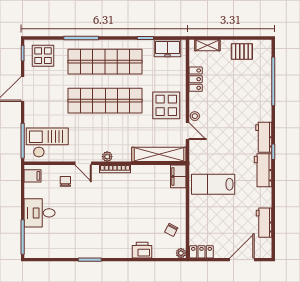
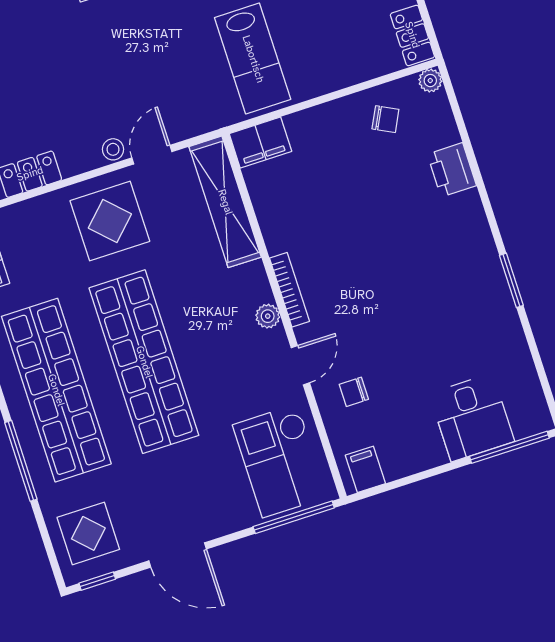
desk: (40, 213) -> (472, 417), moved

